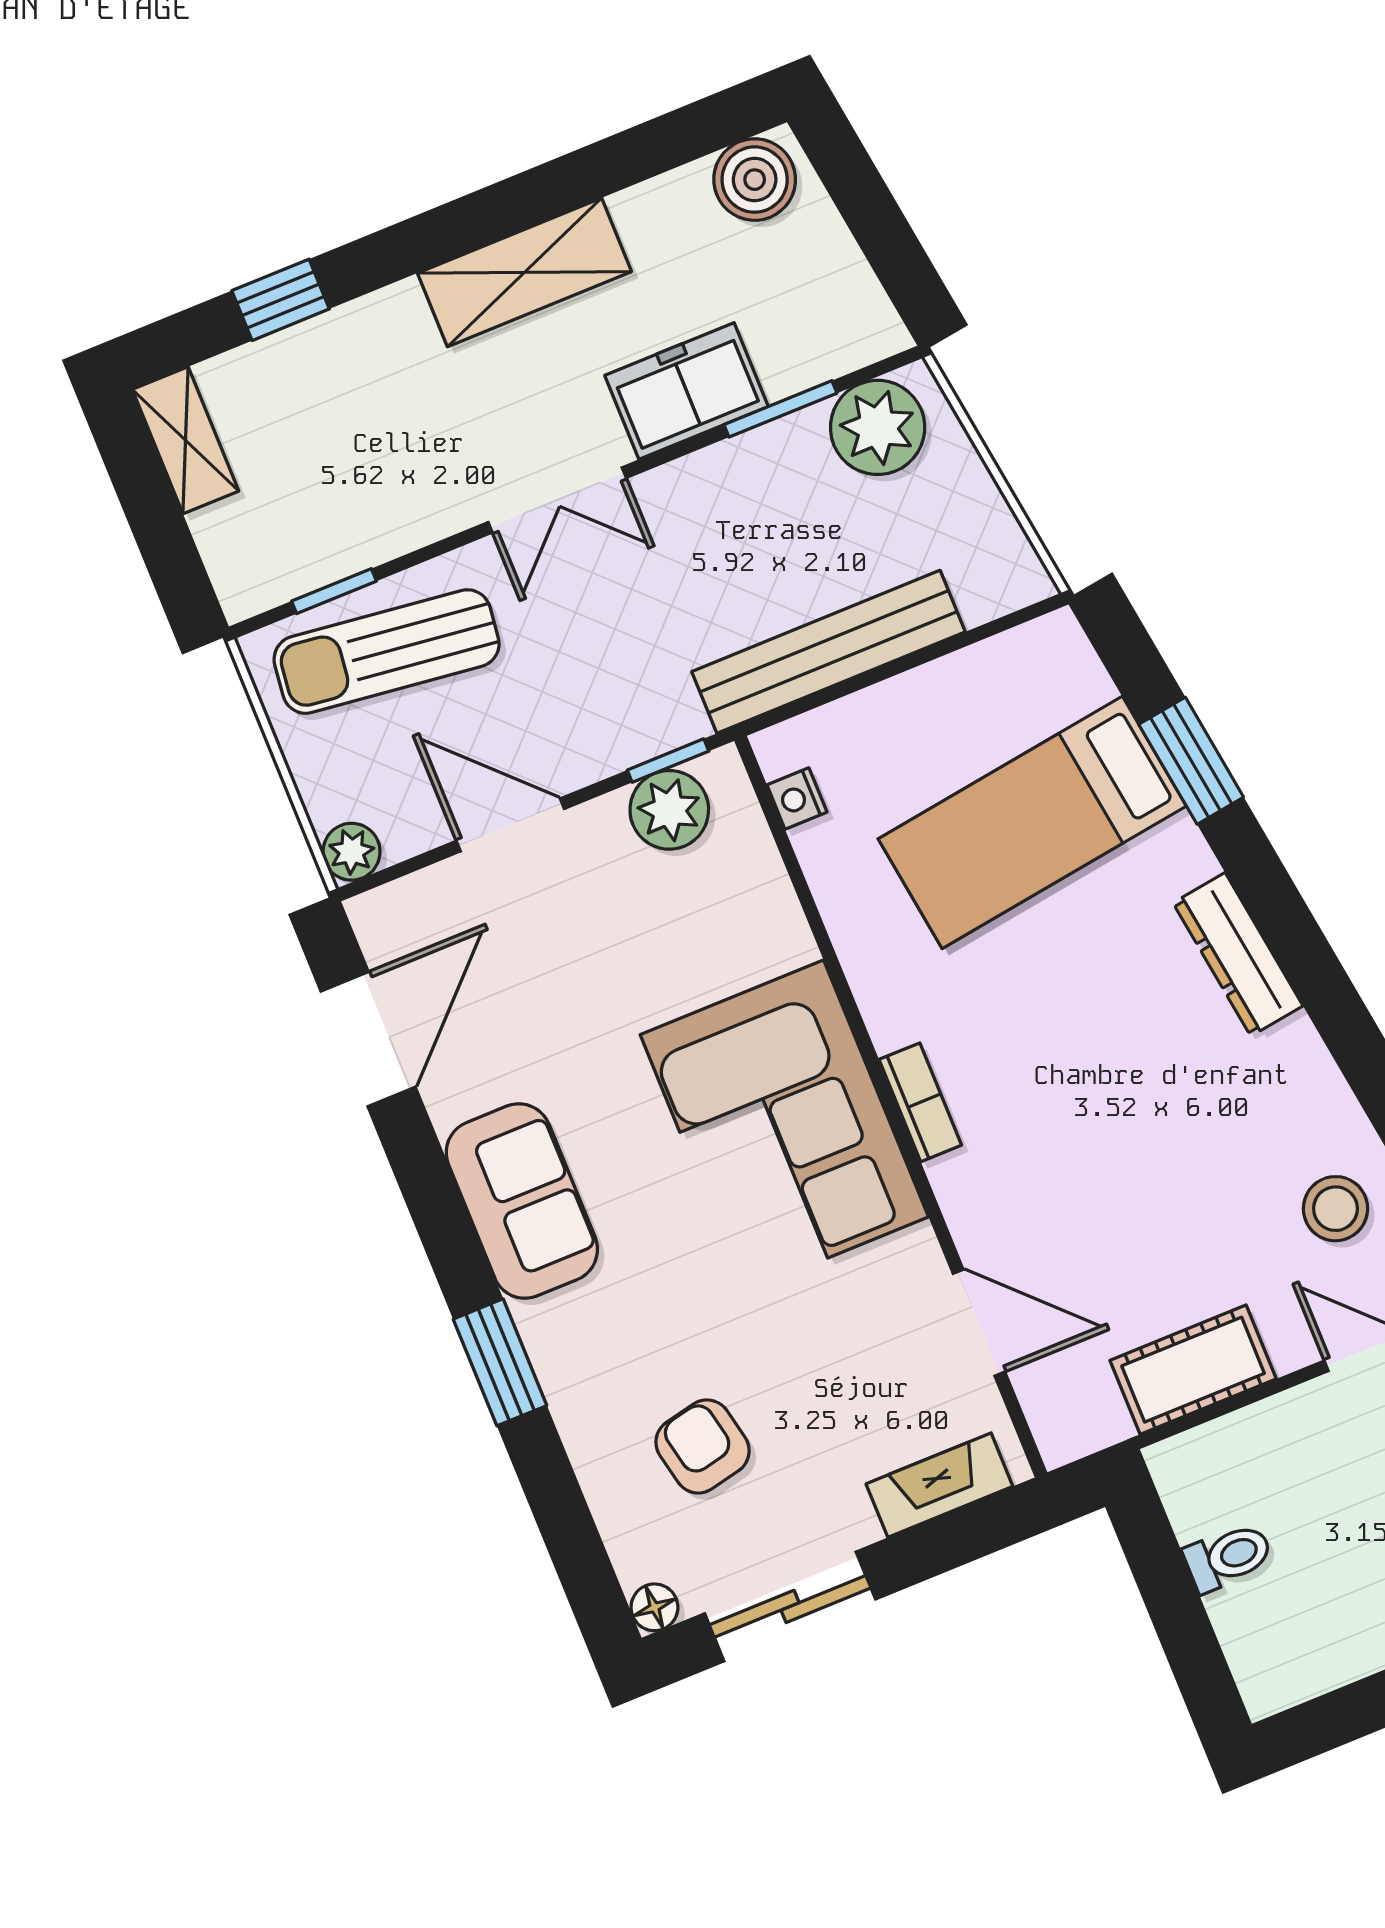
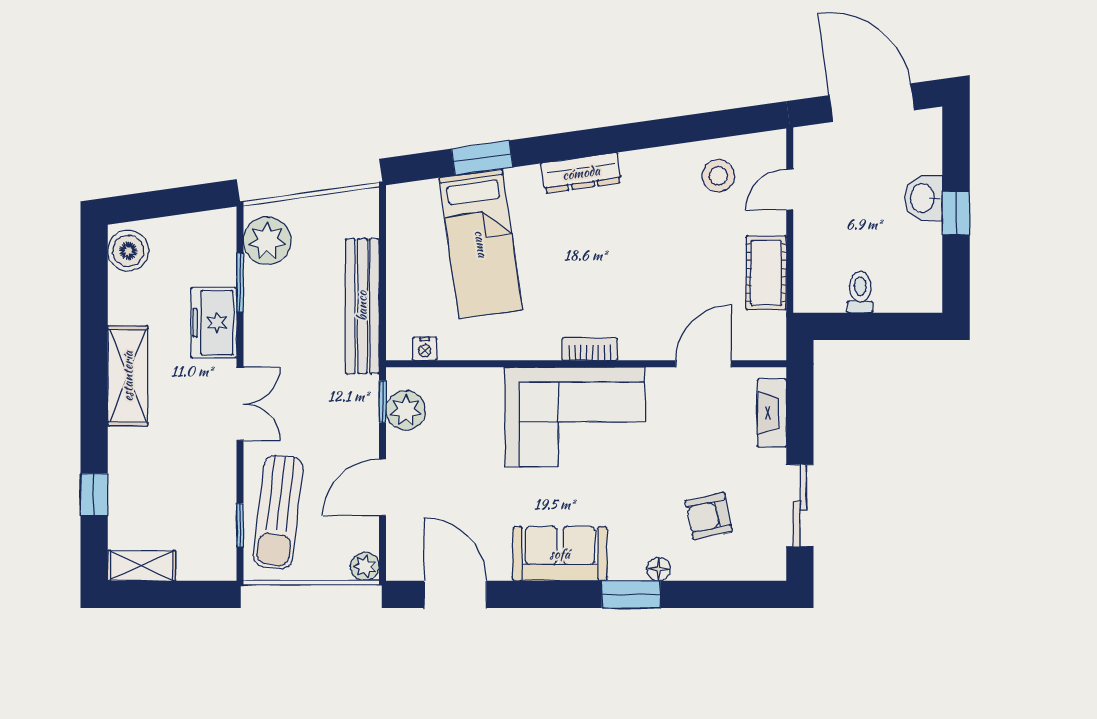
floor lamp: (654, 1607) -> (659, 569), moved

